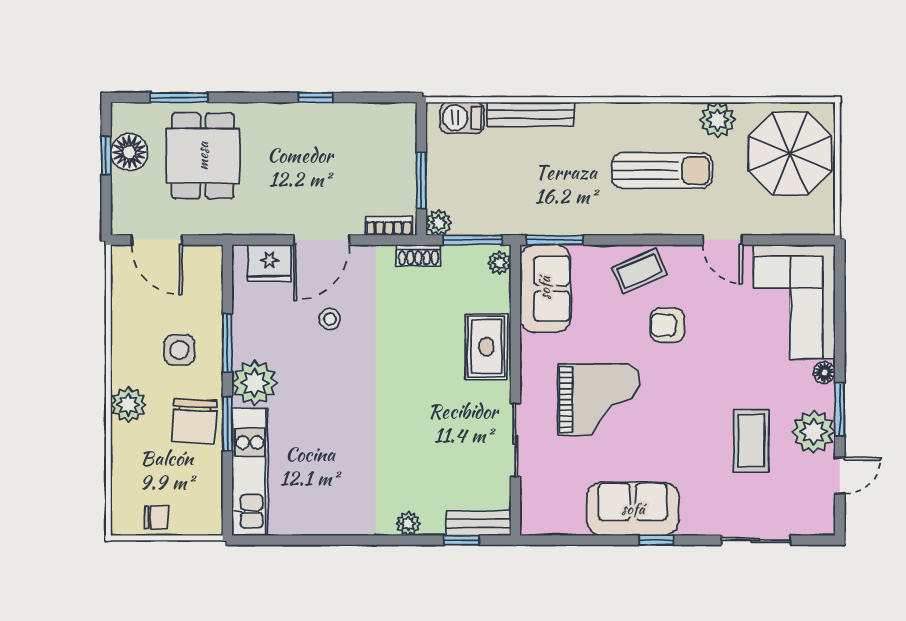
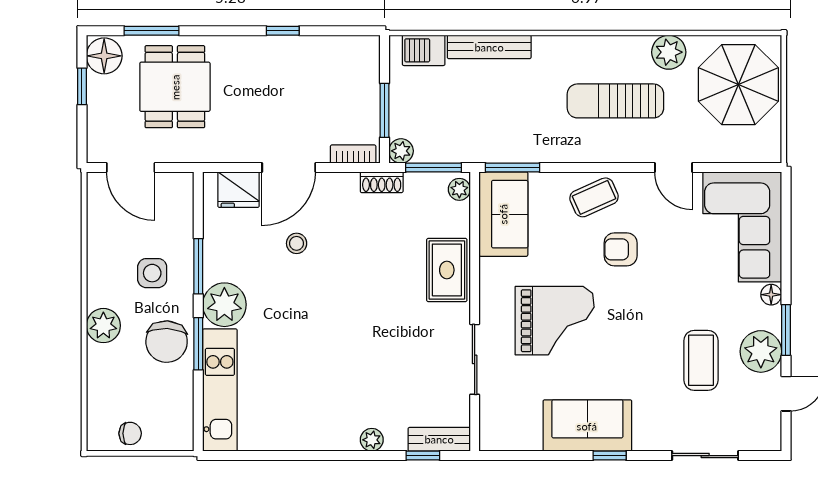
floor lamp: (129, 152) -> (104, 56), moved
sun lounger: (662, 171) -> (615, 101), turned 180

